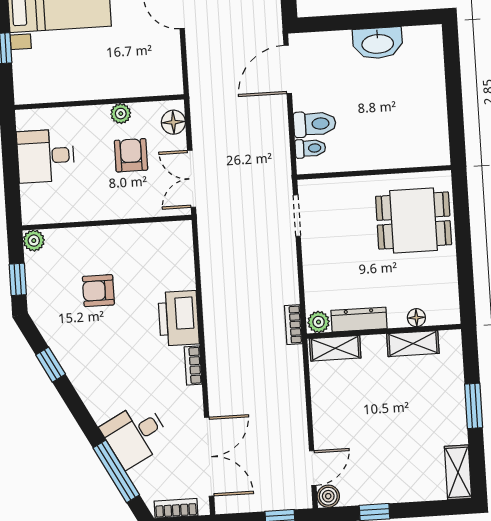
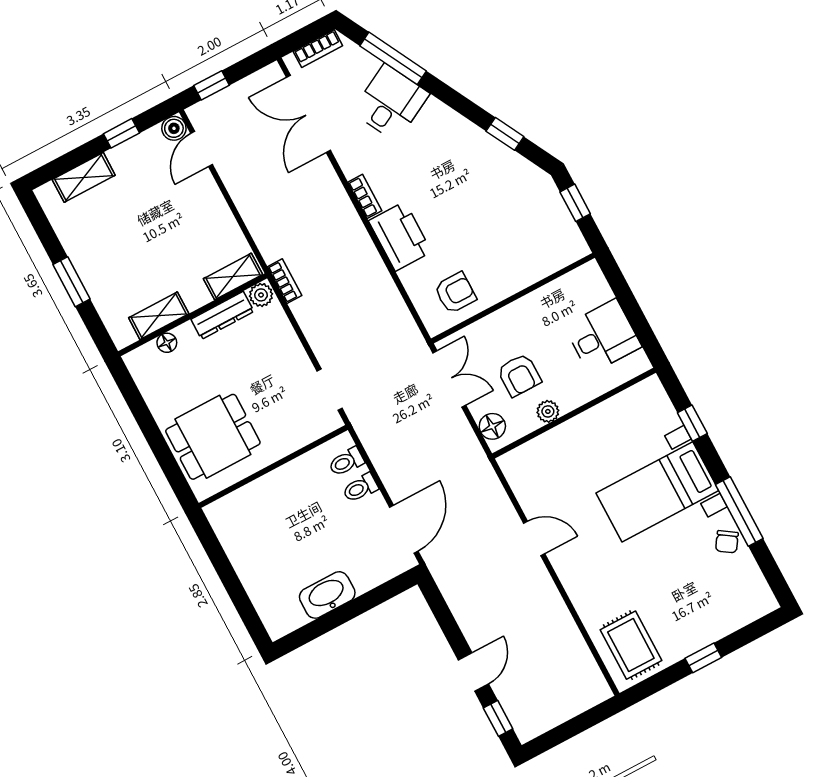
toilet: (315, 124) -> (360, 488), width x0.73, depth x0.72
plant: (34, 241) -> (577, 248), removed
armchair: (98, 291) -> (455, 293), moved
shelving: (458, 472) -> (84, 177), moved, turned 90

